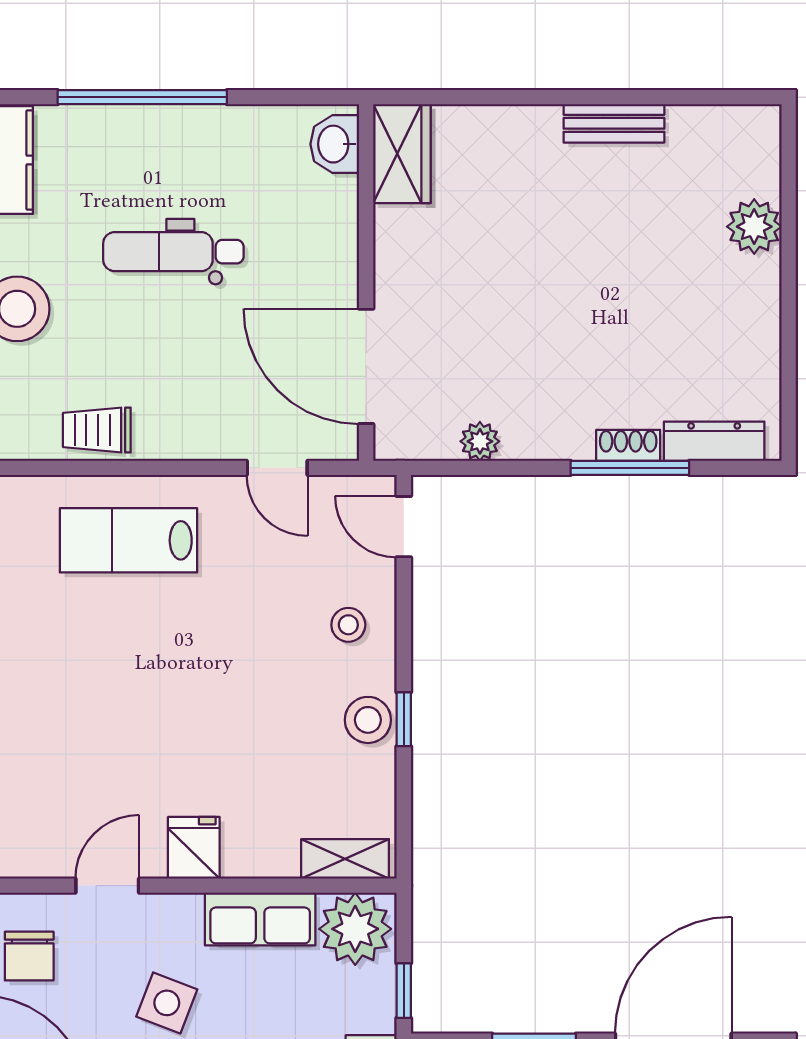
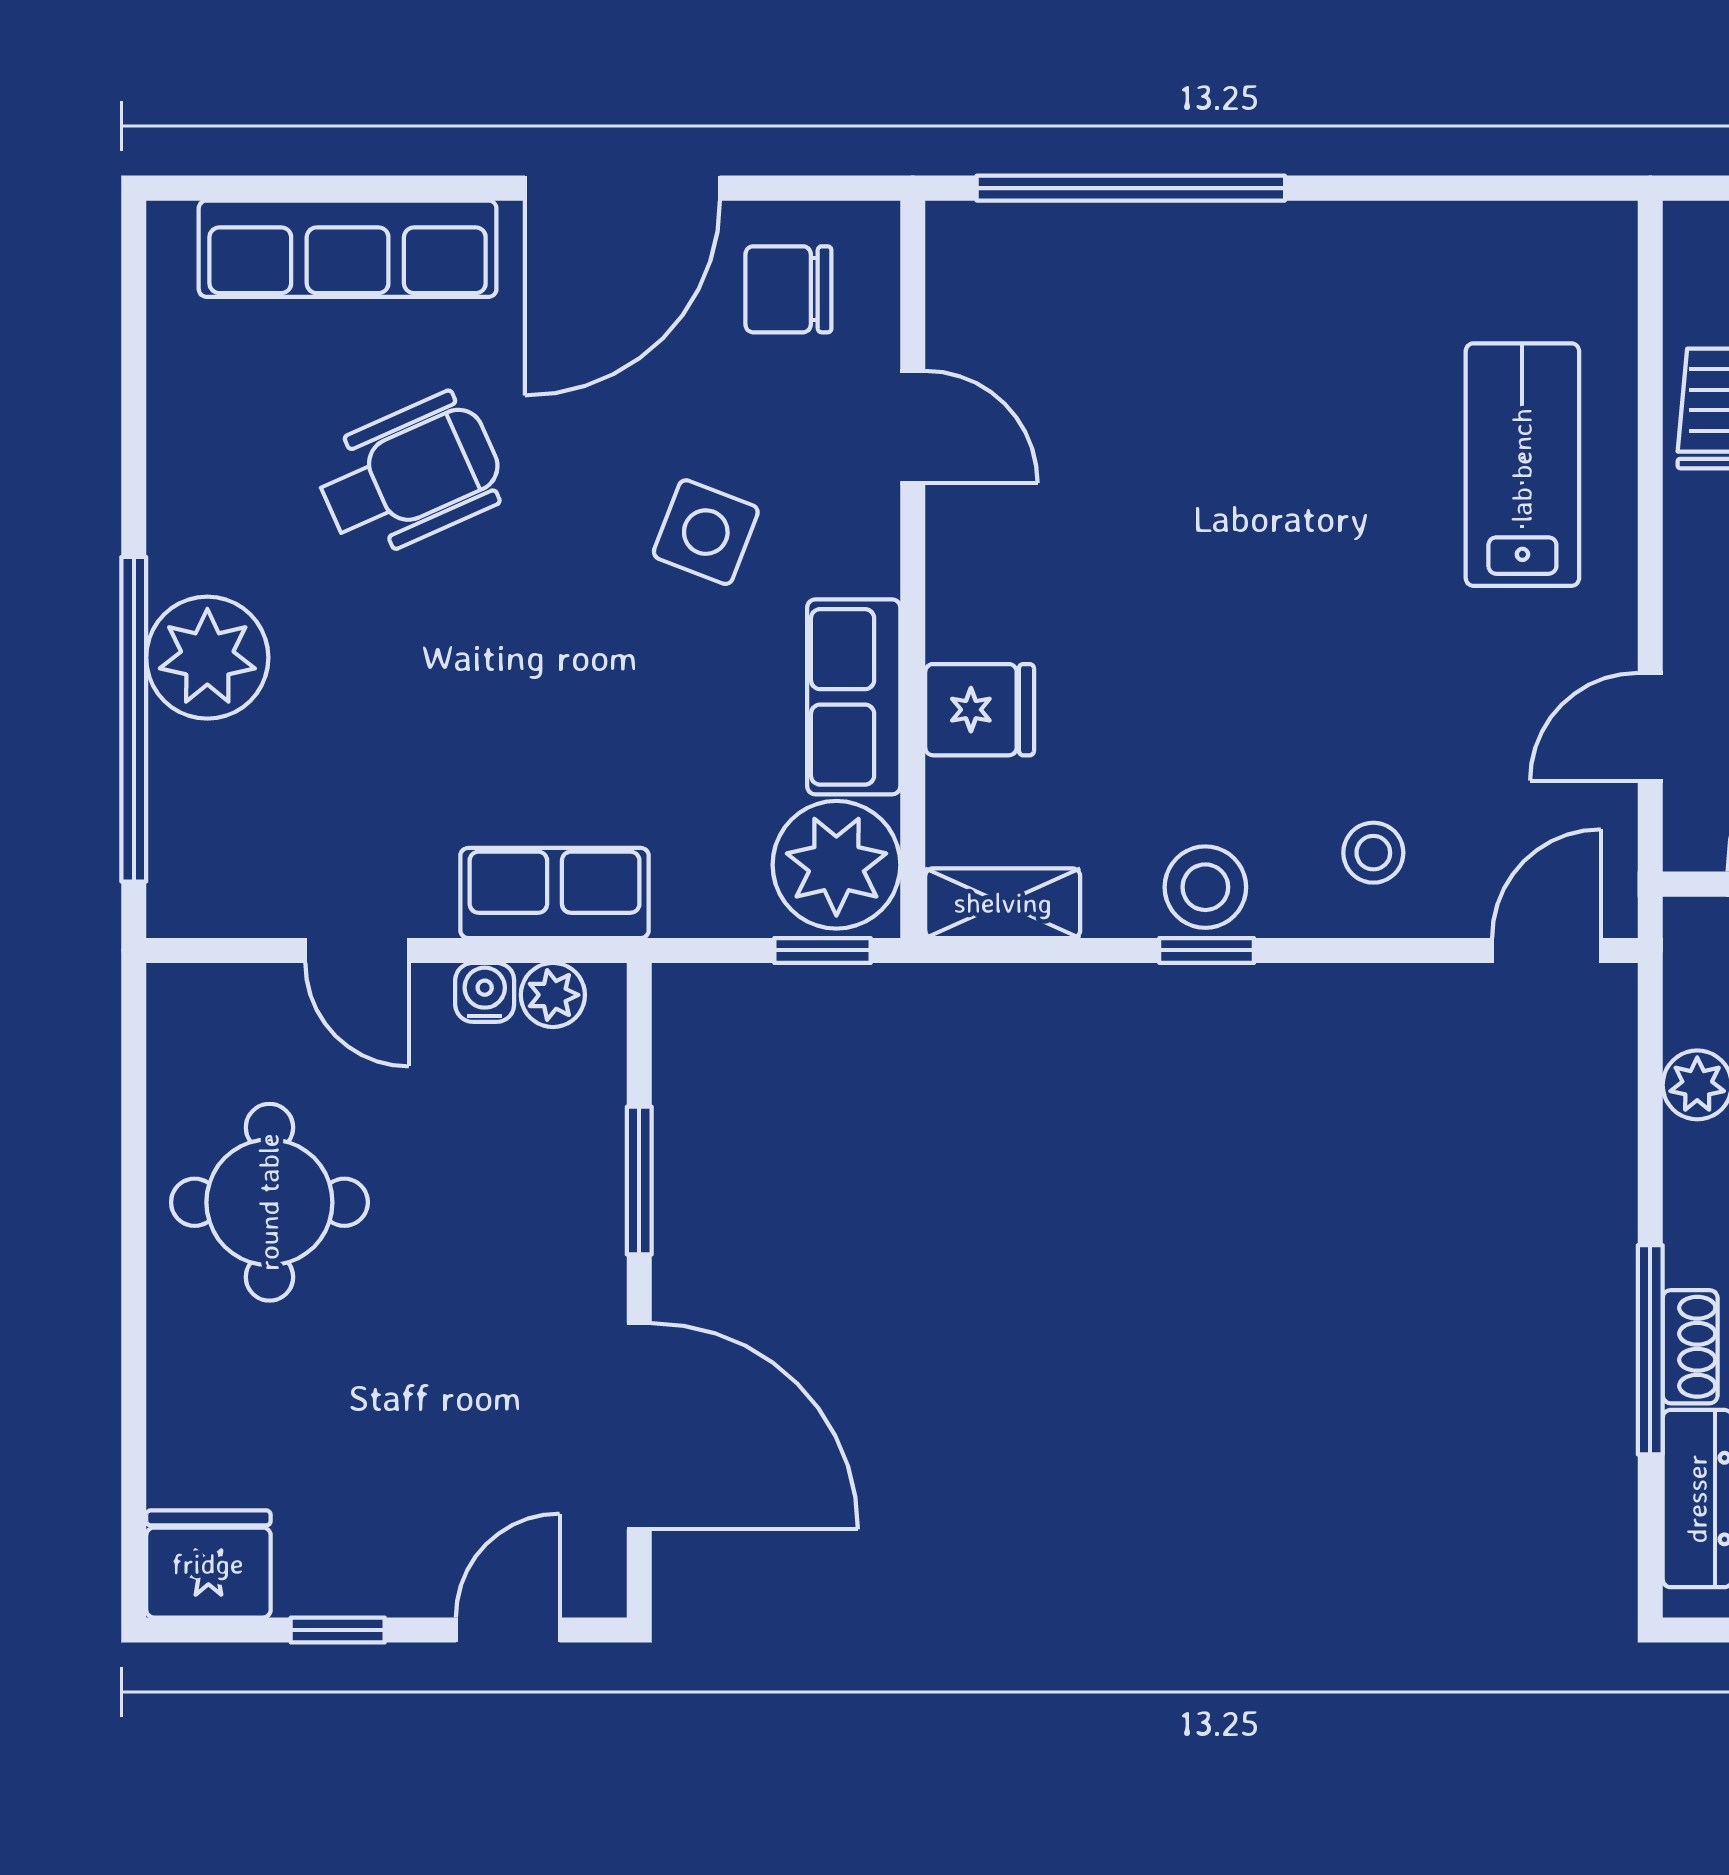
fridge: (194, 848) -> (980, 710), moved
shelving: (345, 859) -> (1003, 903), moved, turned 90
window: (404, 991) -> (822, 950), moved

